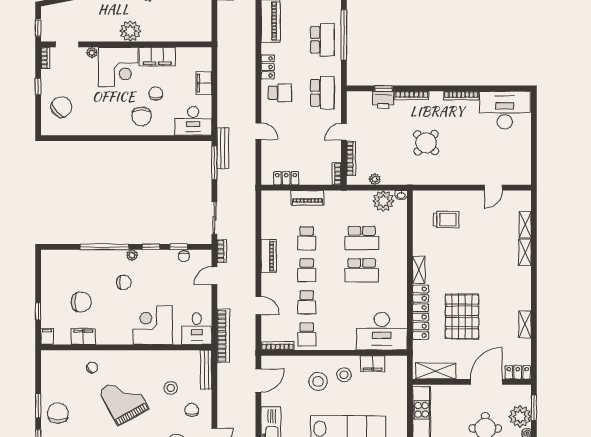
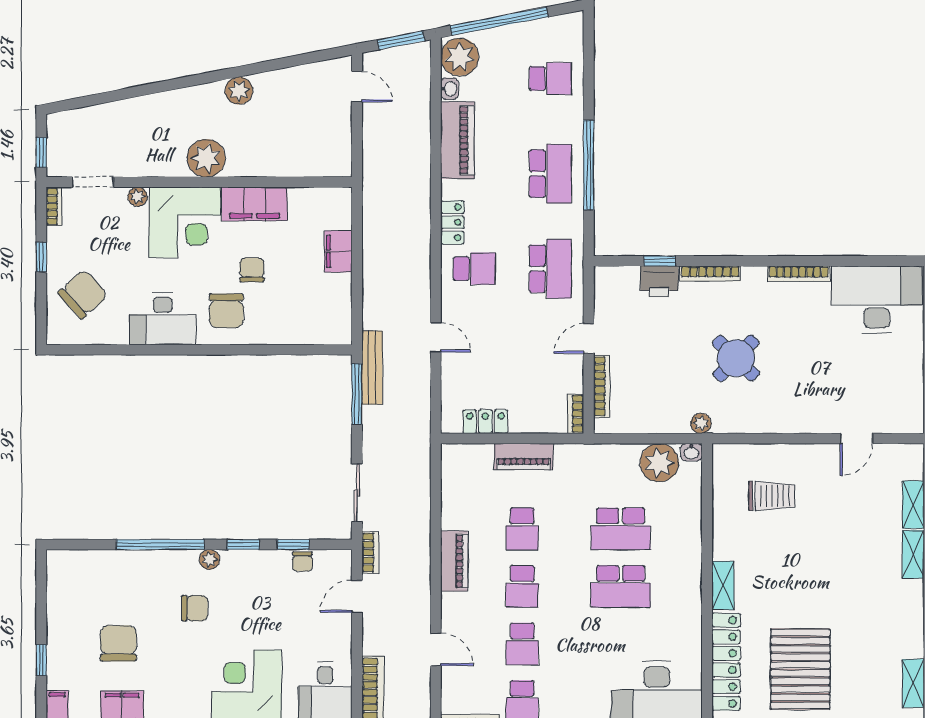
desk: (193, 121) -> (163, 319), moved
plant: (375, 179) -> (701, 423), moved
chair: (81, 302) -> (118, 643), turned -90

